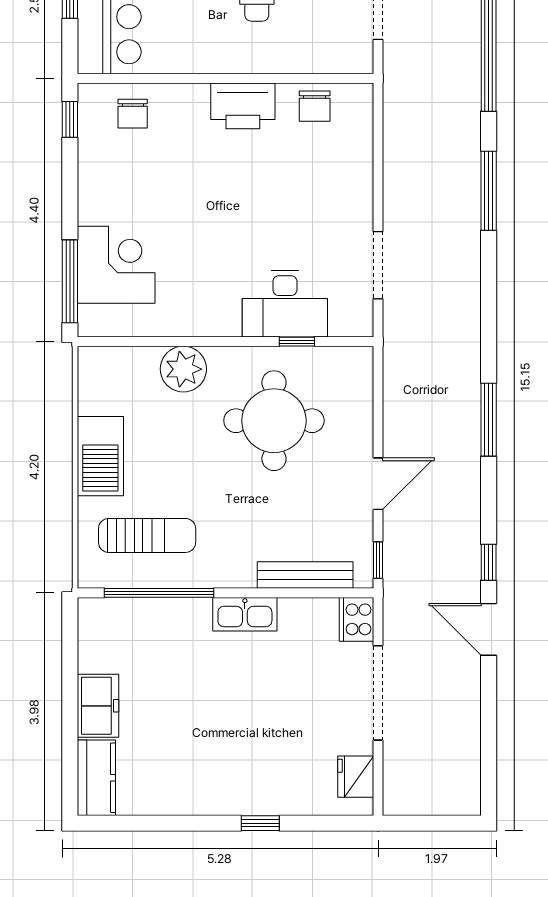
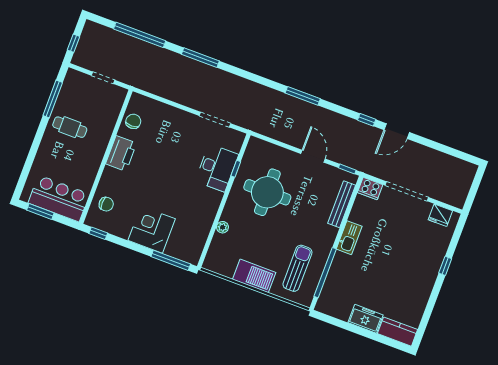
chair: (315, 106) -> (133, 121), turned -90
corner desk: (116, 265) -> (152, 230), moved
plant: (183, 369) -> (222, 227), width x0.53, depth x0.53

